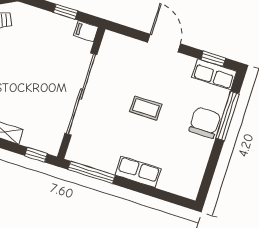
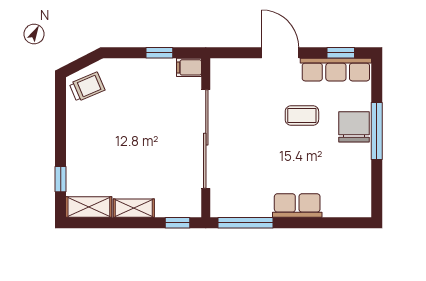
row of seats: (214, 74) -> (336, 70), width x1.48
coffee table: (146, 108) -> (302, 116), moved
window: (227, 116) -> (377, 131), moved

